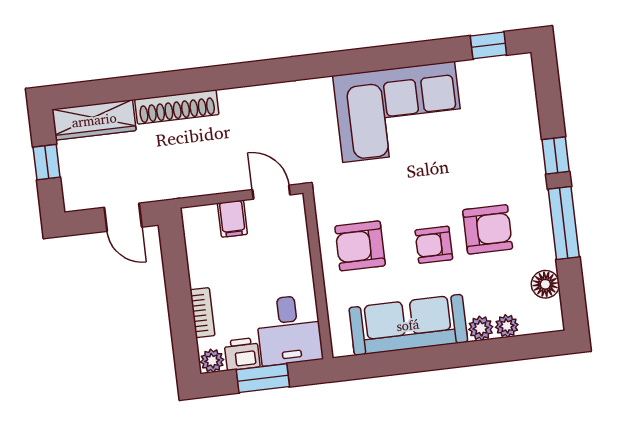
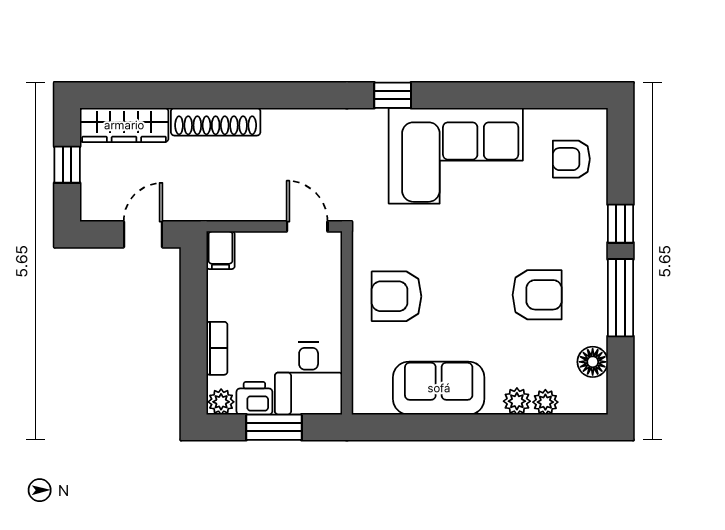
window: (488, 45) -> (393, 95), moved
door: (123, 217) -> (143, 234), swing flipped
filing cabinet: (232, 219) -> (220, 250), moved
armchair: (434, 245) -> (571, 159), moved
sofa: (408, 325) -> (439, 388), width x0.73

